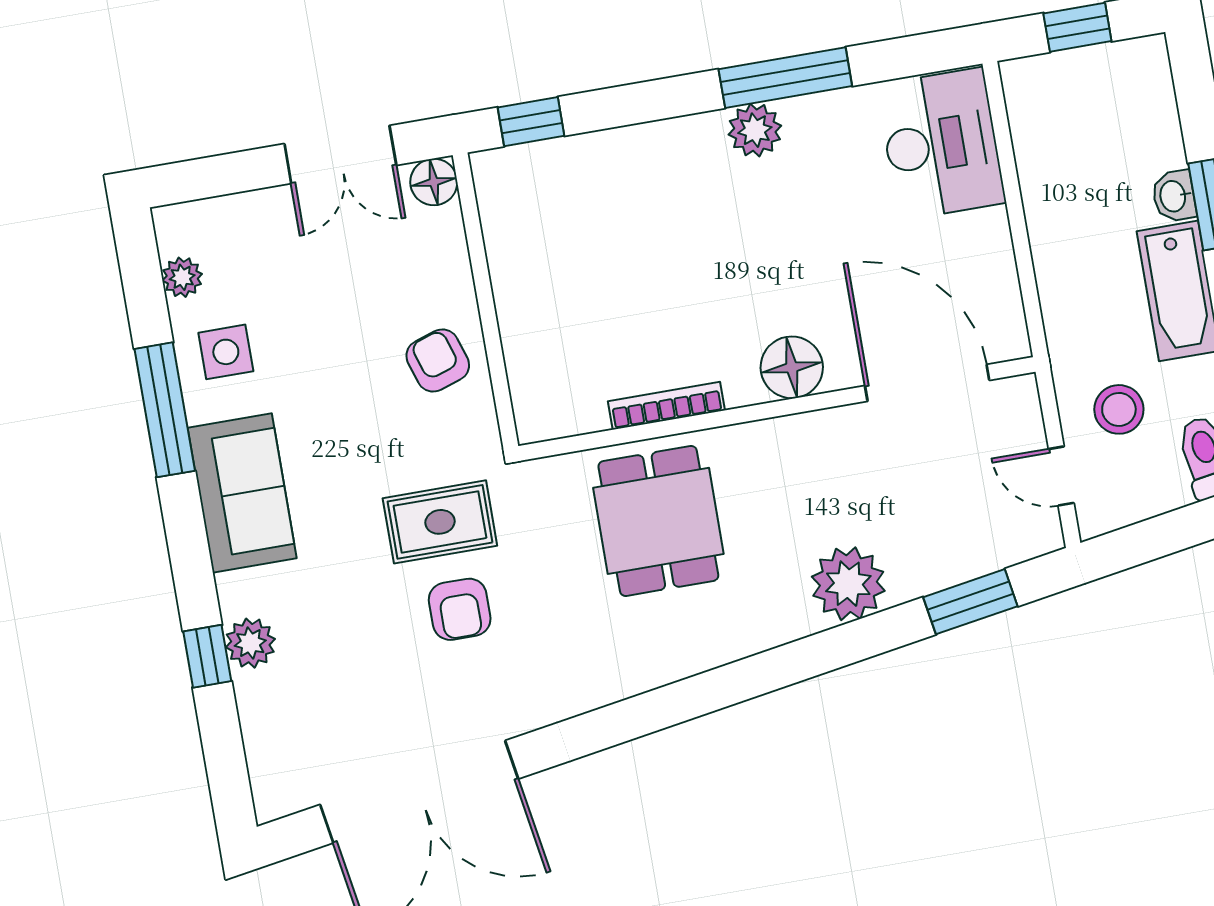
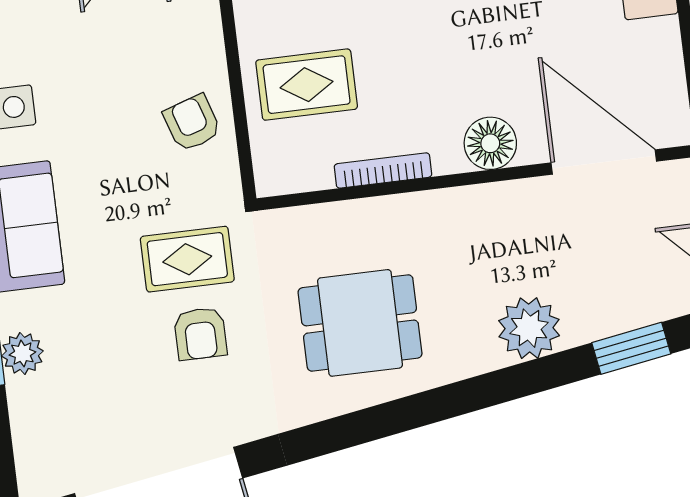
rug: (571, 309) -> (307, 85), added
dining table: (658, 521) -> (360, 323), moved, turned 90

